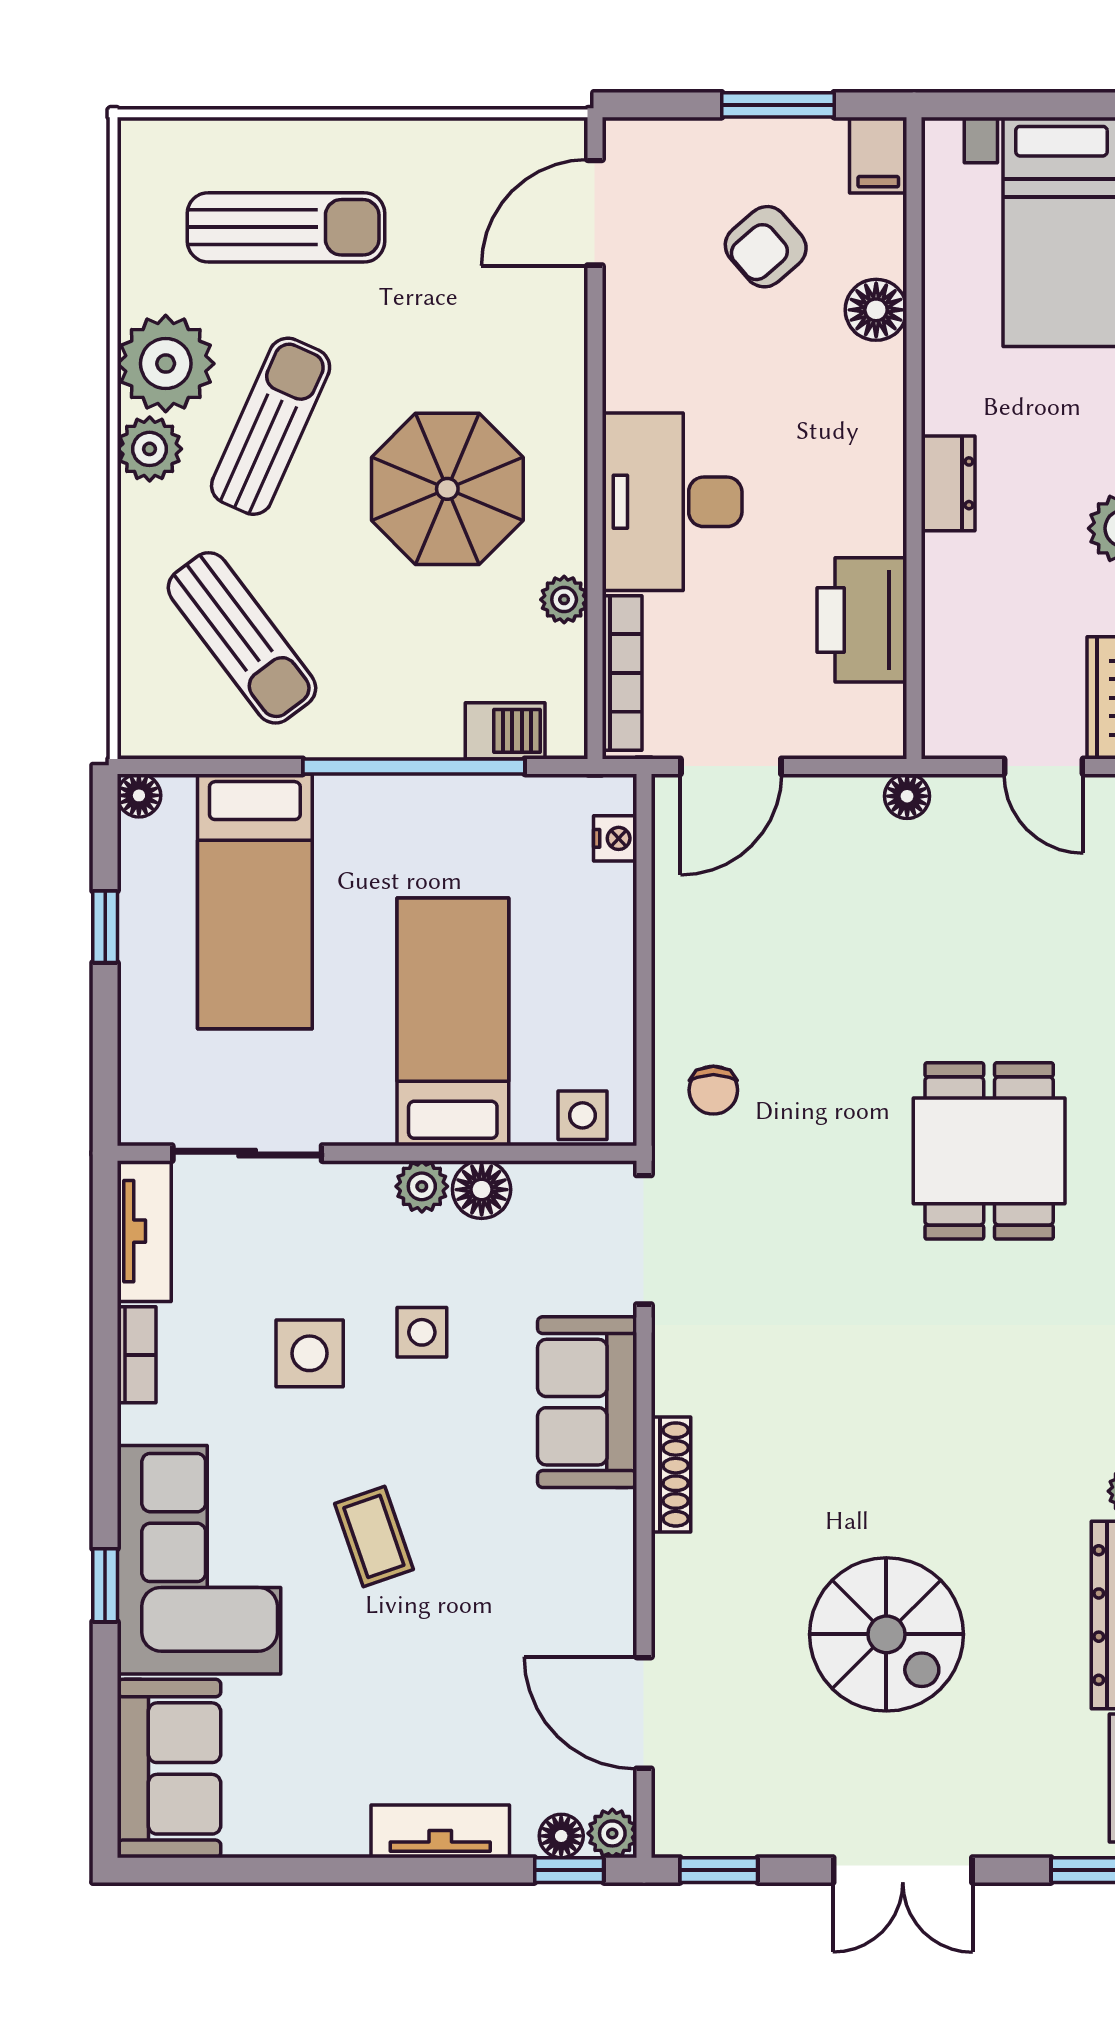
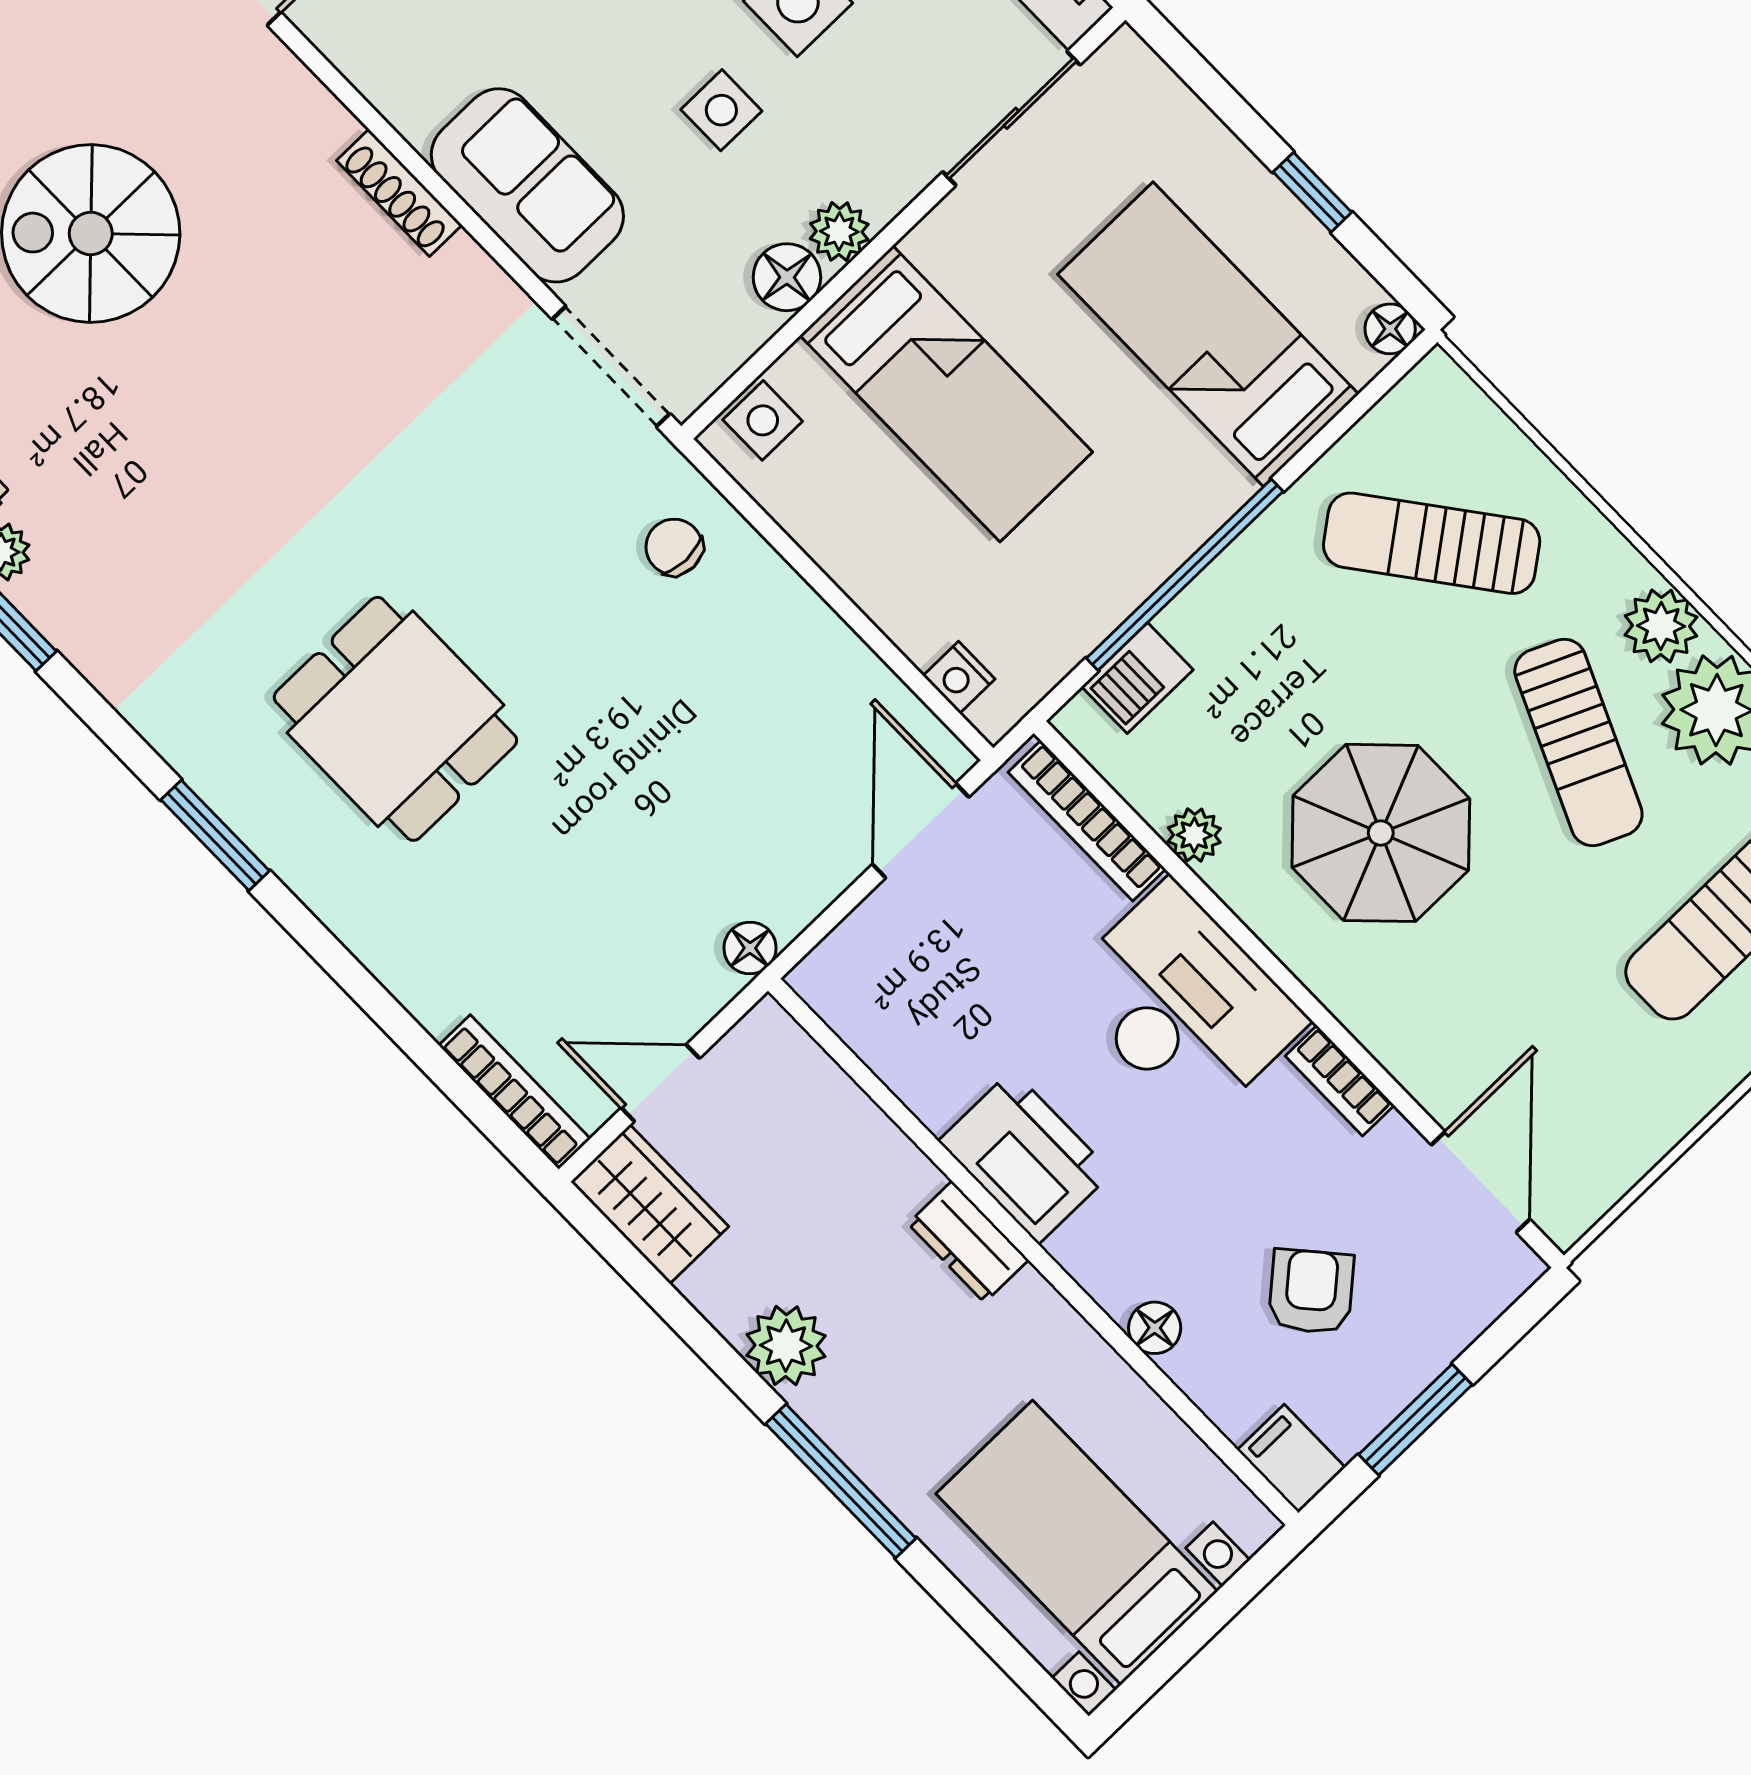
floor lamp: (876, 310) -> (1155, 1328), width x0.73, depth x0.73
bookcase: (621, 360) -> (1340, 1081), added
printer: (862, 620) -> (1025, 1157), moved

